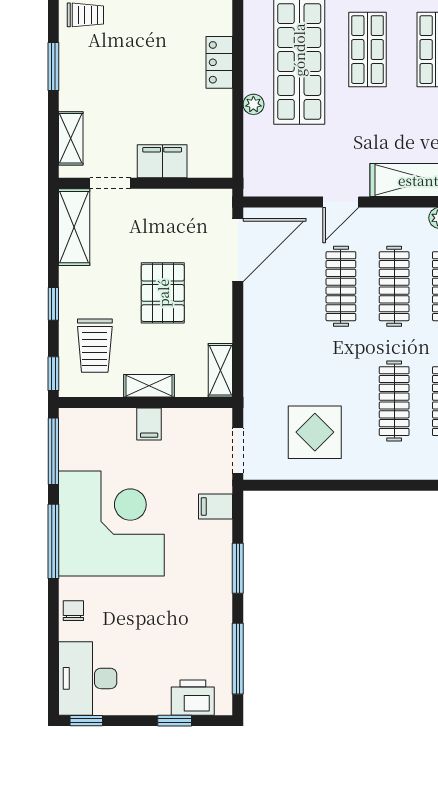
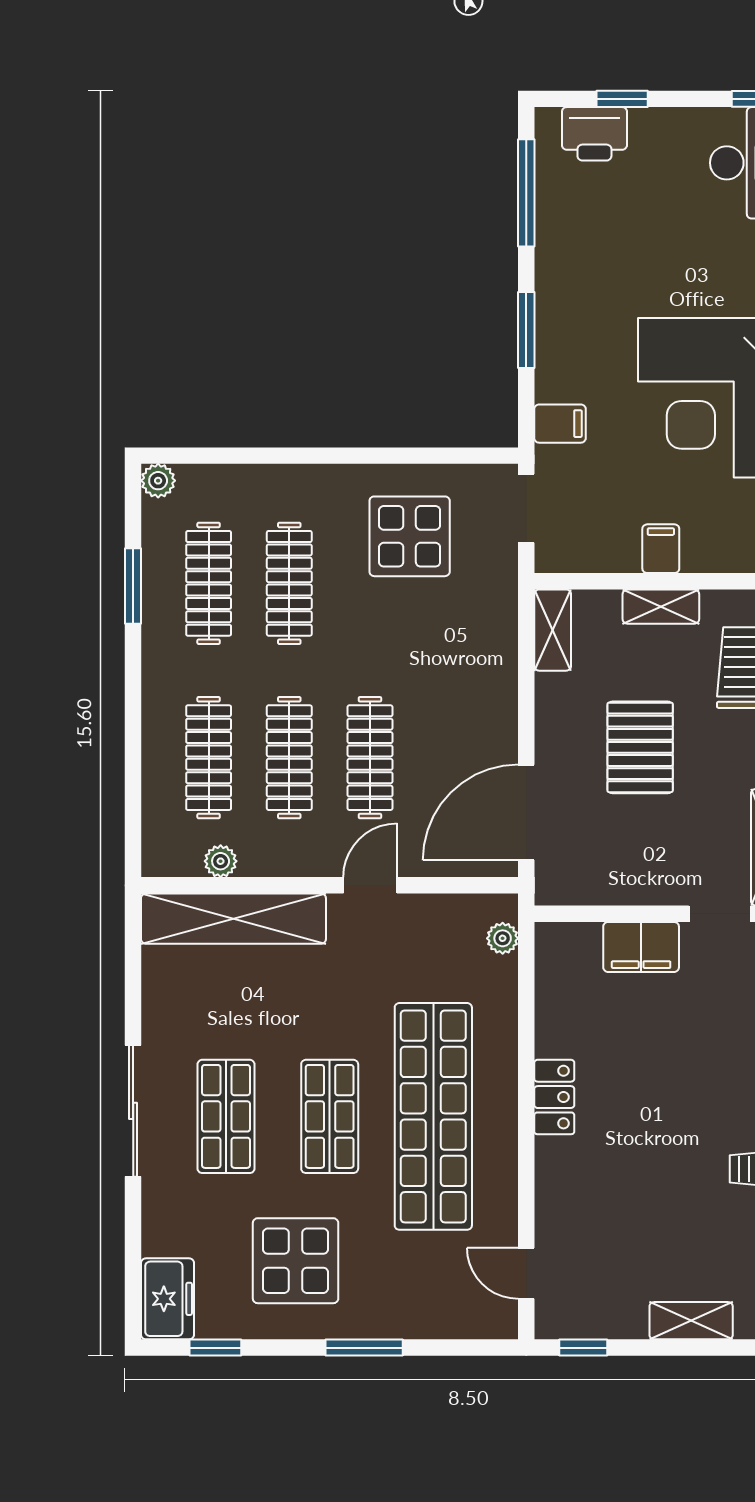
plant: (253, 104) -> (503, 938), moved

